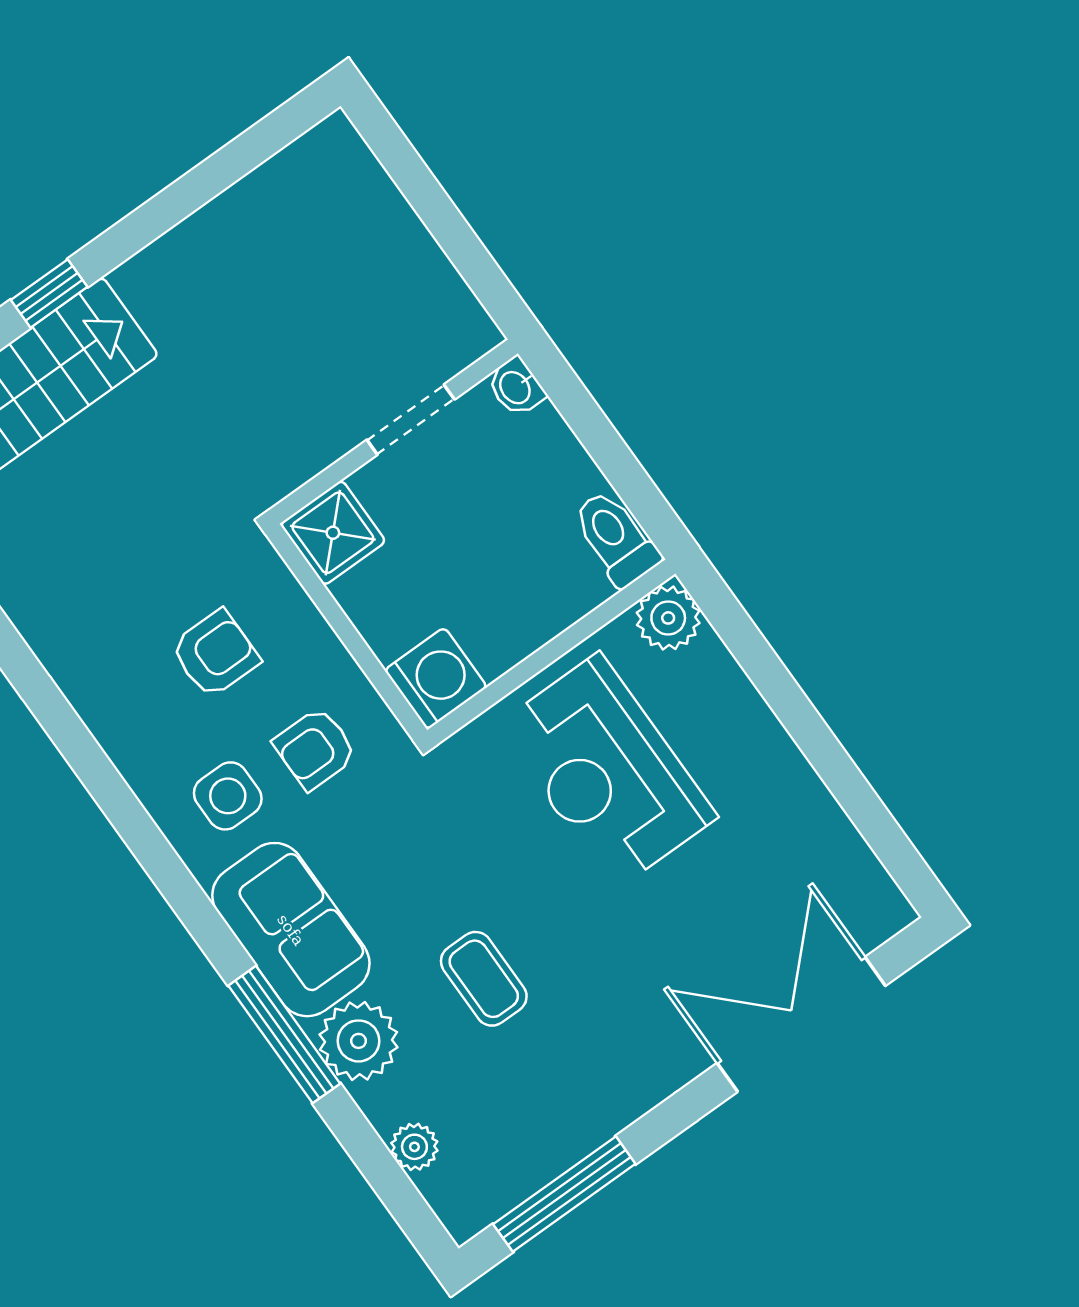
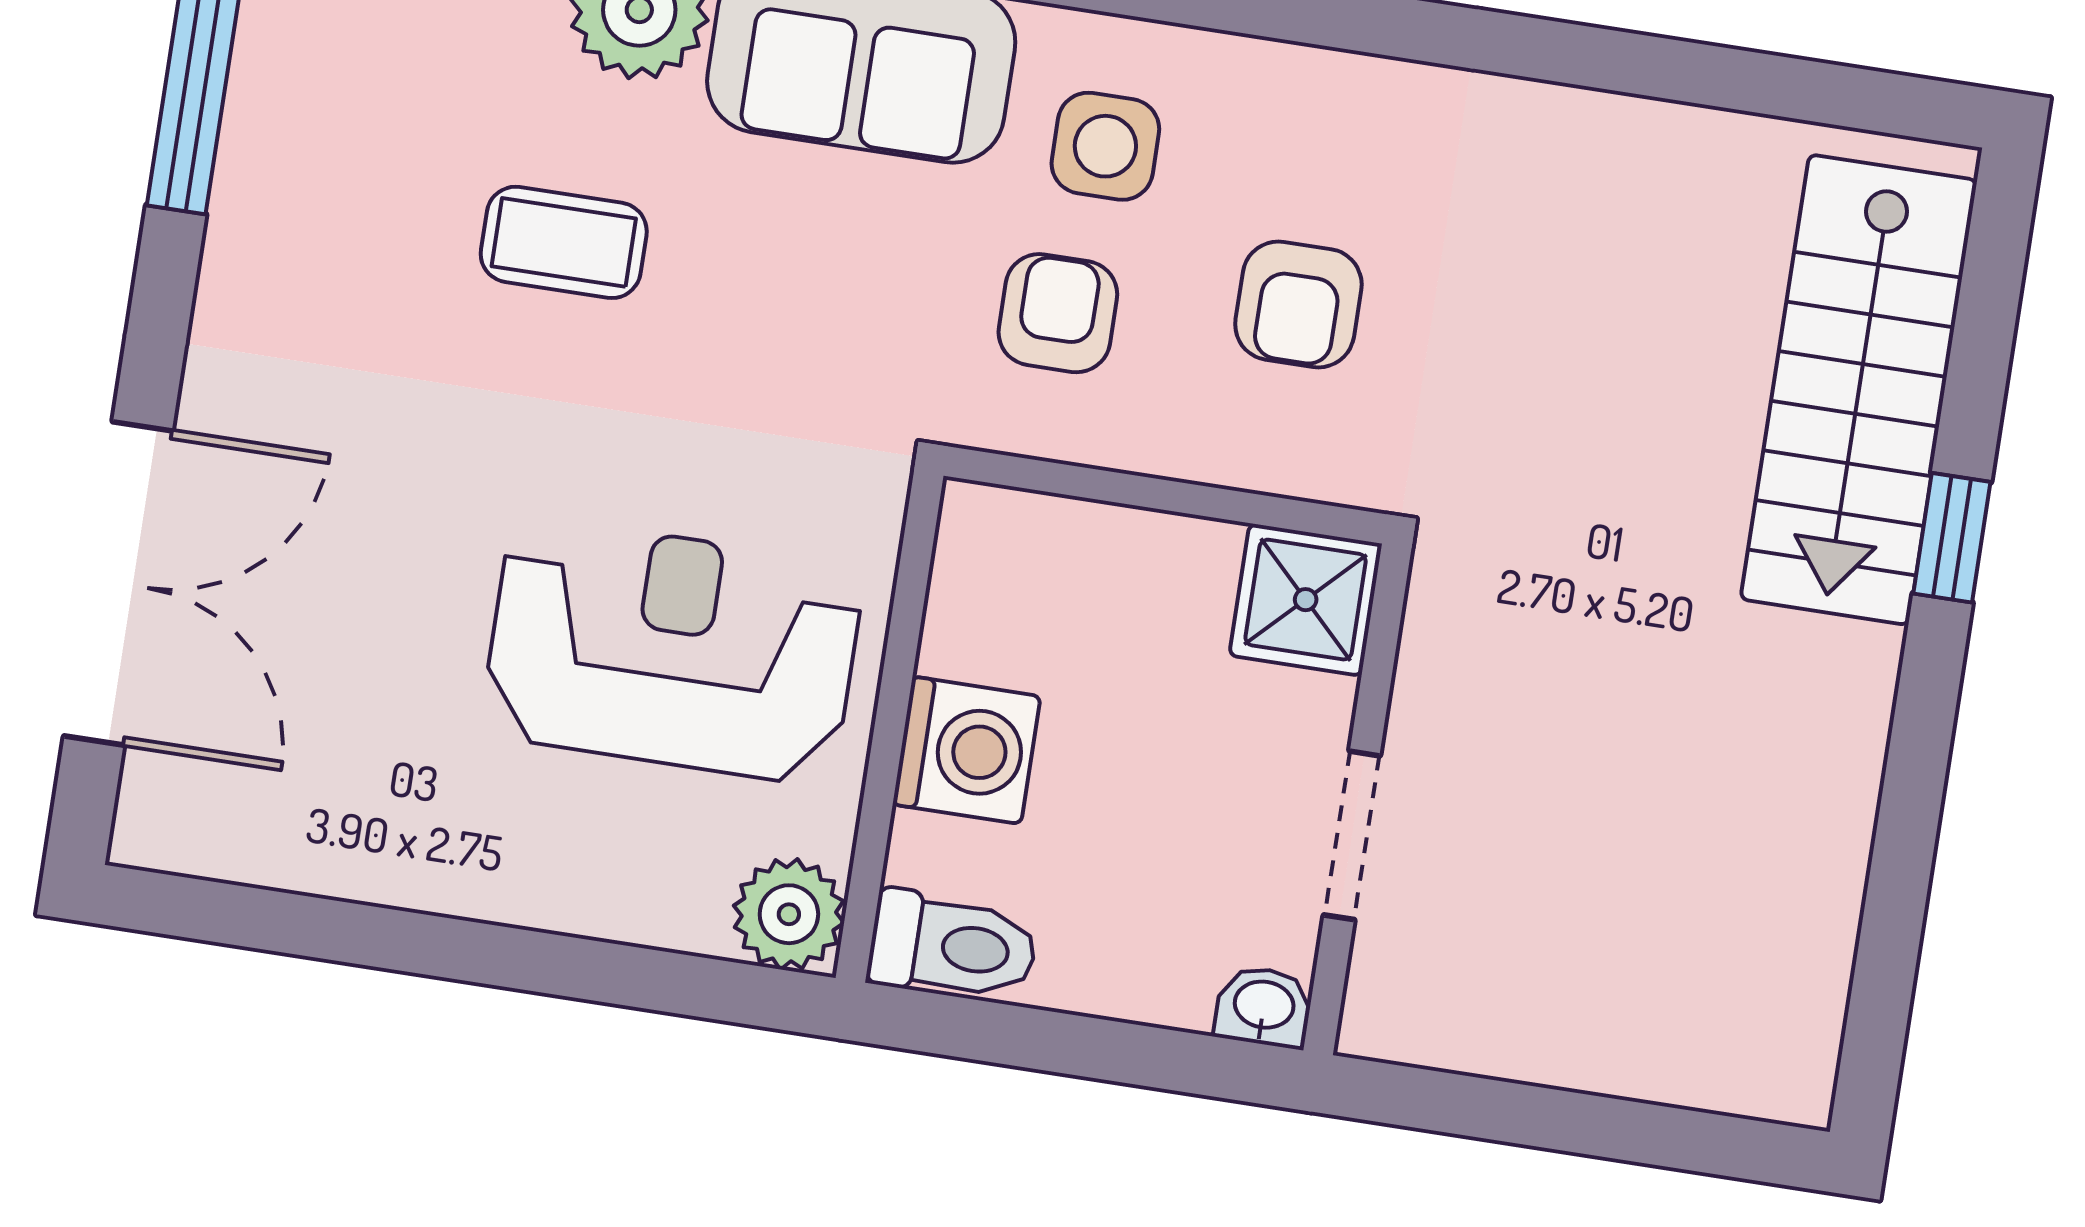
washing machine: (436, 678) -> (967, 750), moved, turned -90

